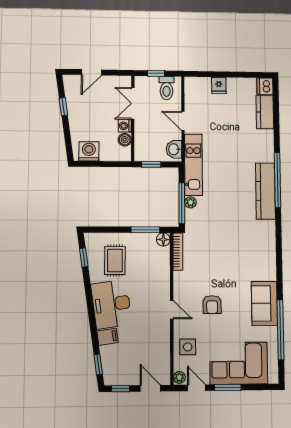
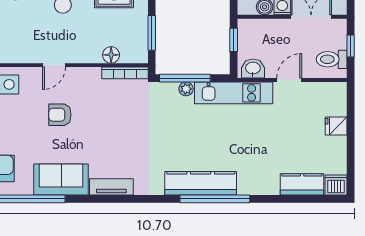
floor lamp: (163, 239) -> (111, 55), moved
tv unit: (270, 262) -> (111, 187), added

